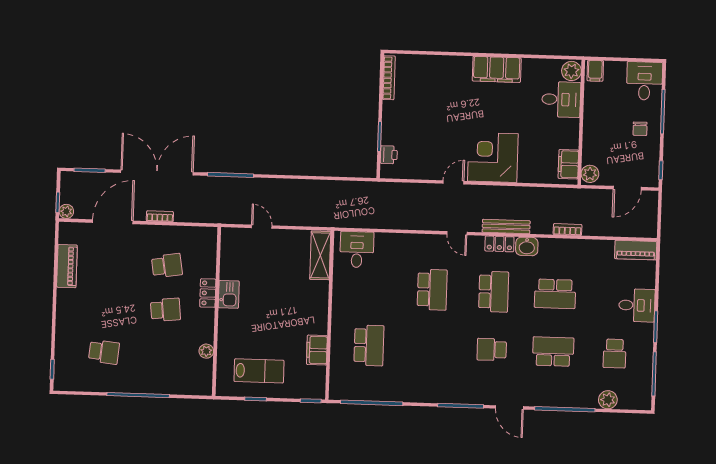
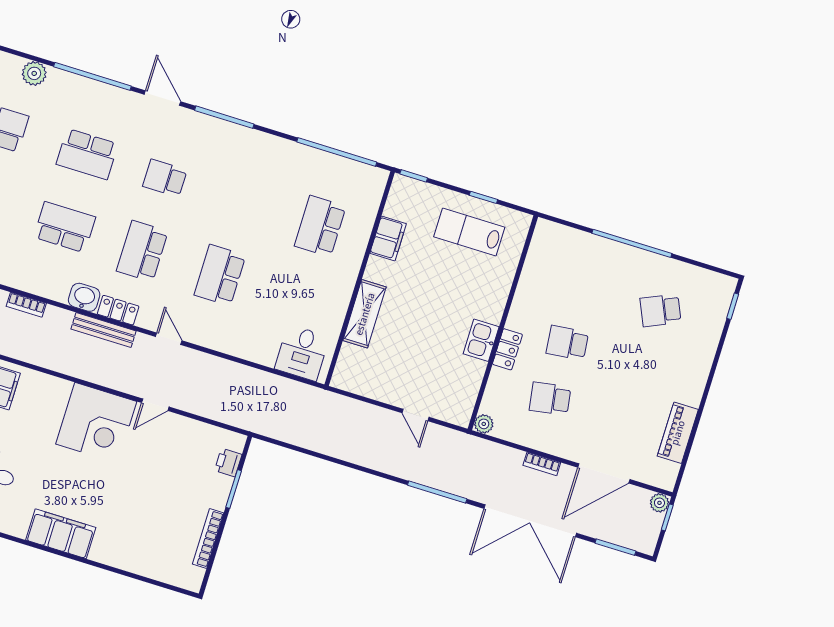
bookcase: (389, 78) -> (208, 539), moved
shelving: (320, 255) -> (365, 314), moved
school desk: (492, 349) -> (165, 178), turned 180
plant: (206, 351) -> (484, 424), moved
school desk: (104, 352) -> (661, 310), turned -30

